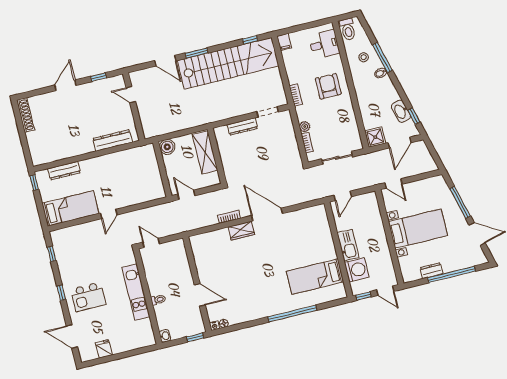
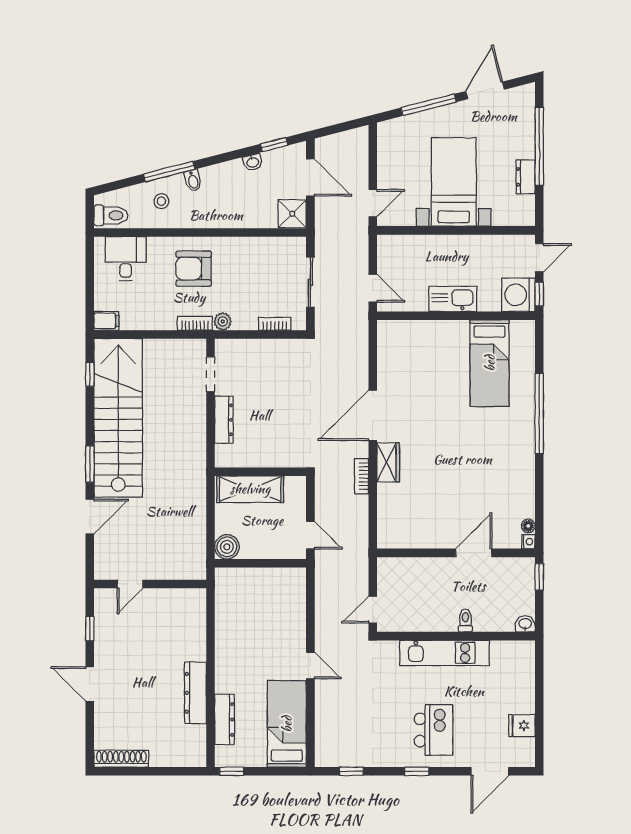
washbasin: (401, 111) -> (253, 162), width x0.52, depth x0.69
plant: (305, 127) -> (223, 322), moved
dresser: (113, 140) -> (195, 693), moved
door: (186, 195) -> (310, 535), swing flipped
washing machine: (357, 270) -> (518, 295), moved, turned -90

